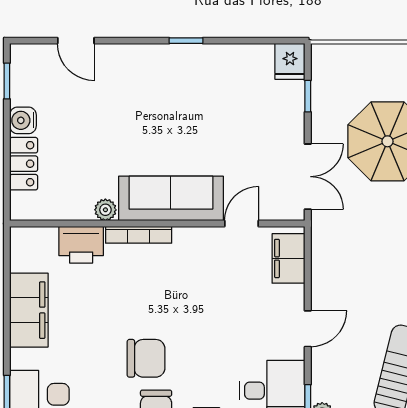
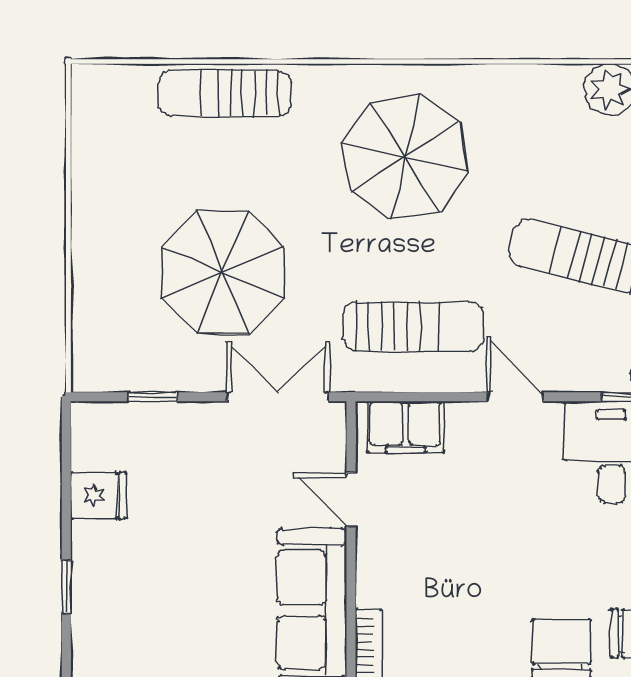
fridge: (290, 61) -> (99, 495), moved
sun lounger: (353, 263) -> (413, 326), added

